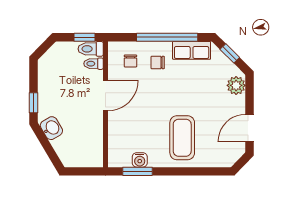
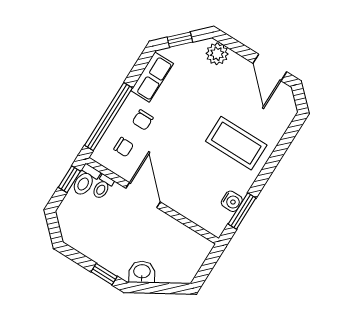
window: (167, 37) -> (108, 117), moved

